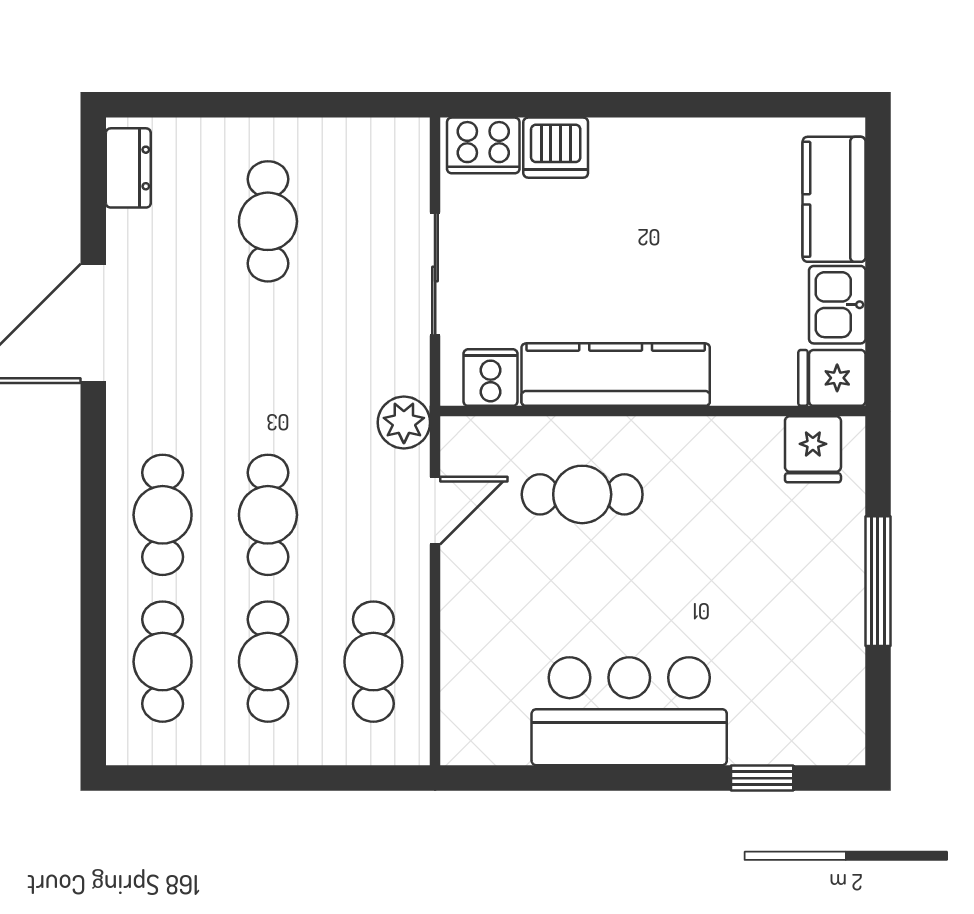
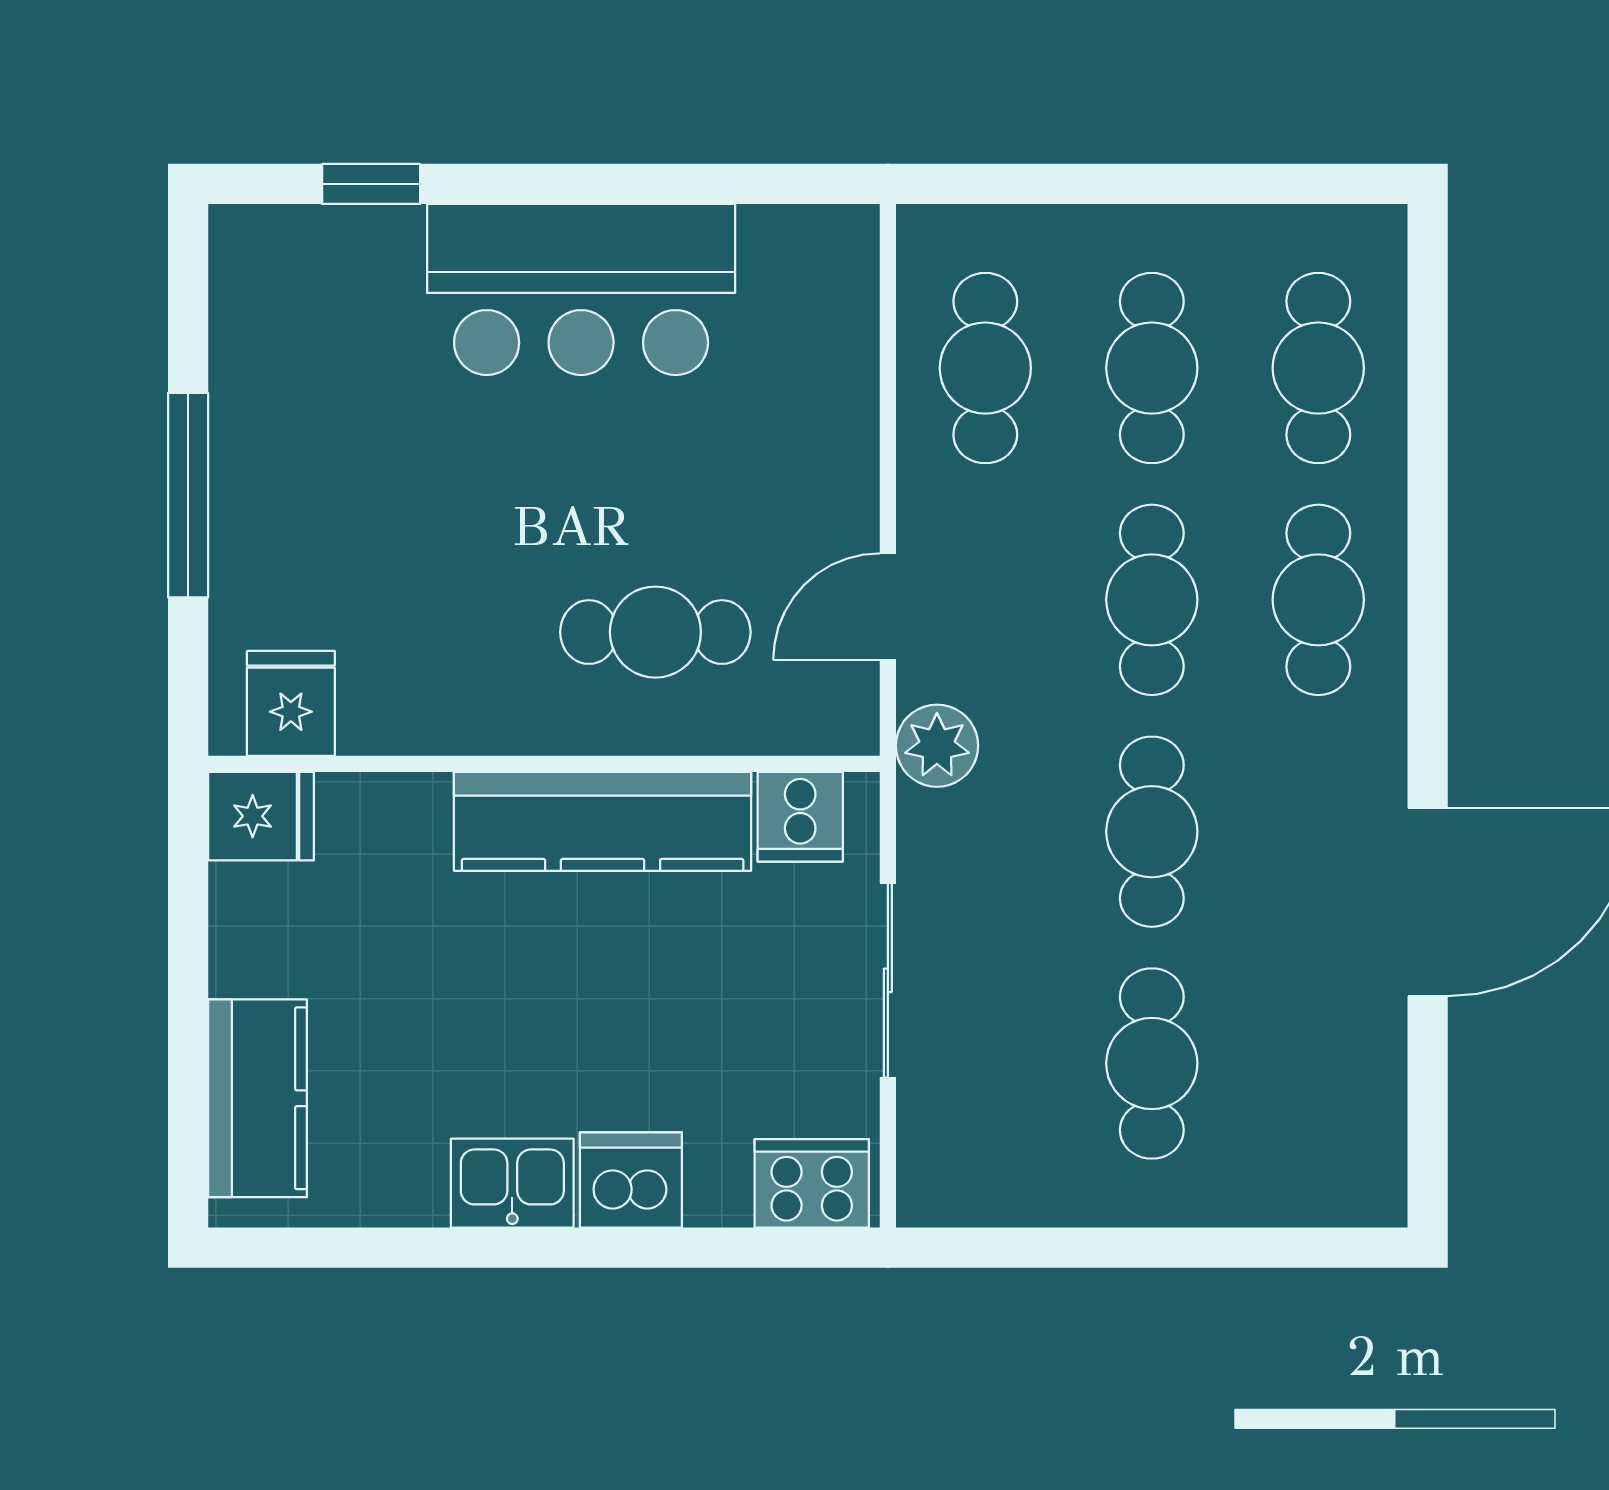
dishwasher: (556, 148) -> (631, 1180), moved
dresser: (128, 168) -> (1372, 1148), removed
kitchen sink: (837, 305) -> (512, 1183), moved, turned -90
cafe table: (268, 368) -> (1152, 832), added

